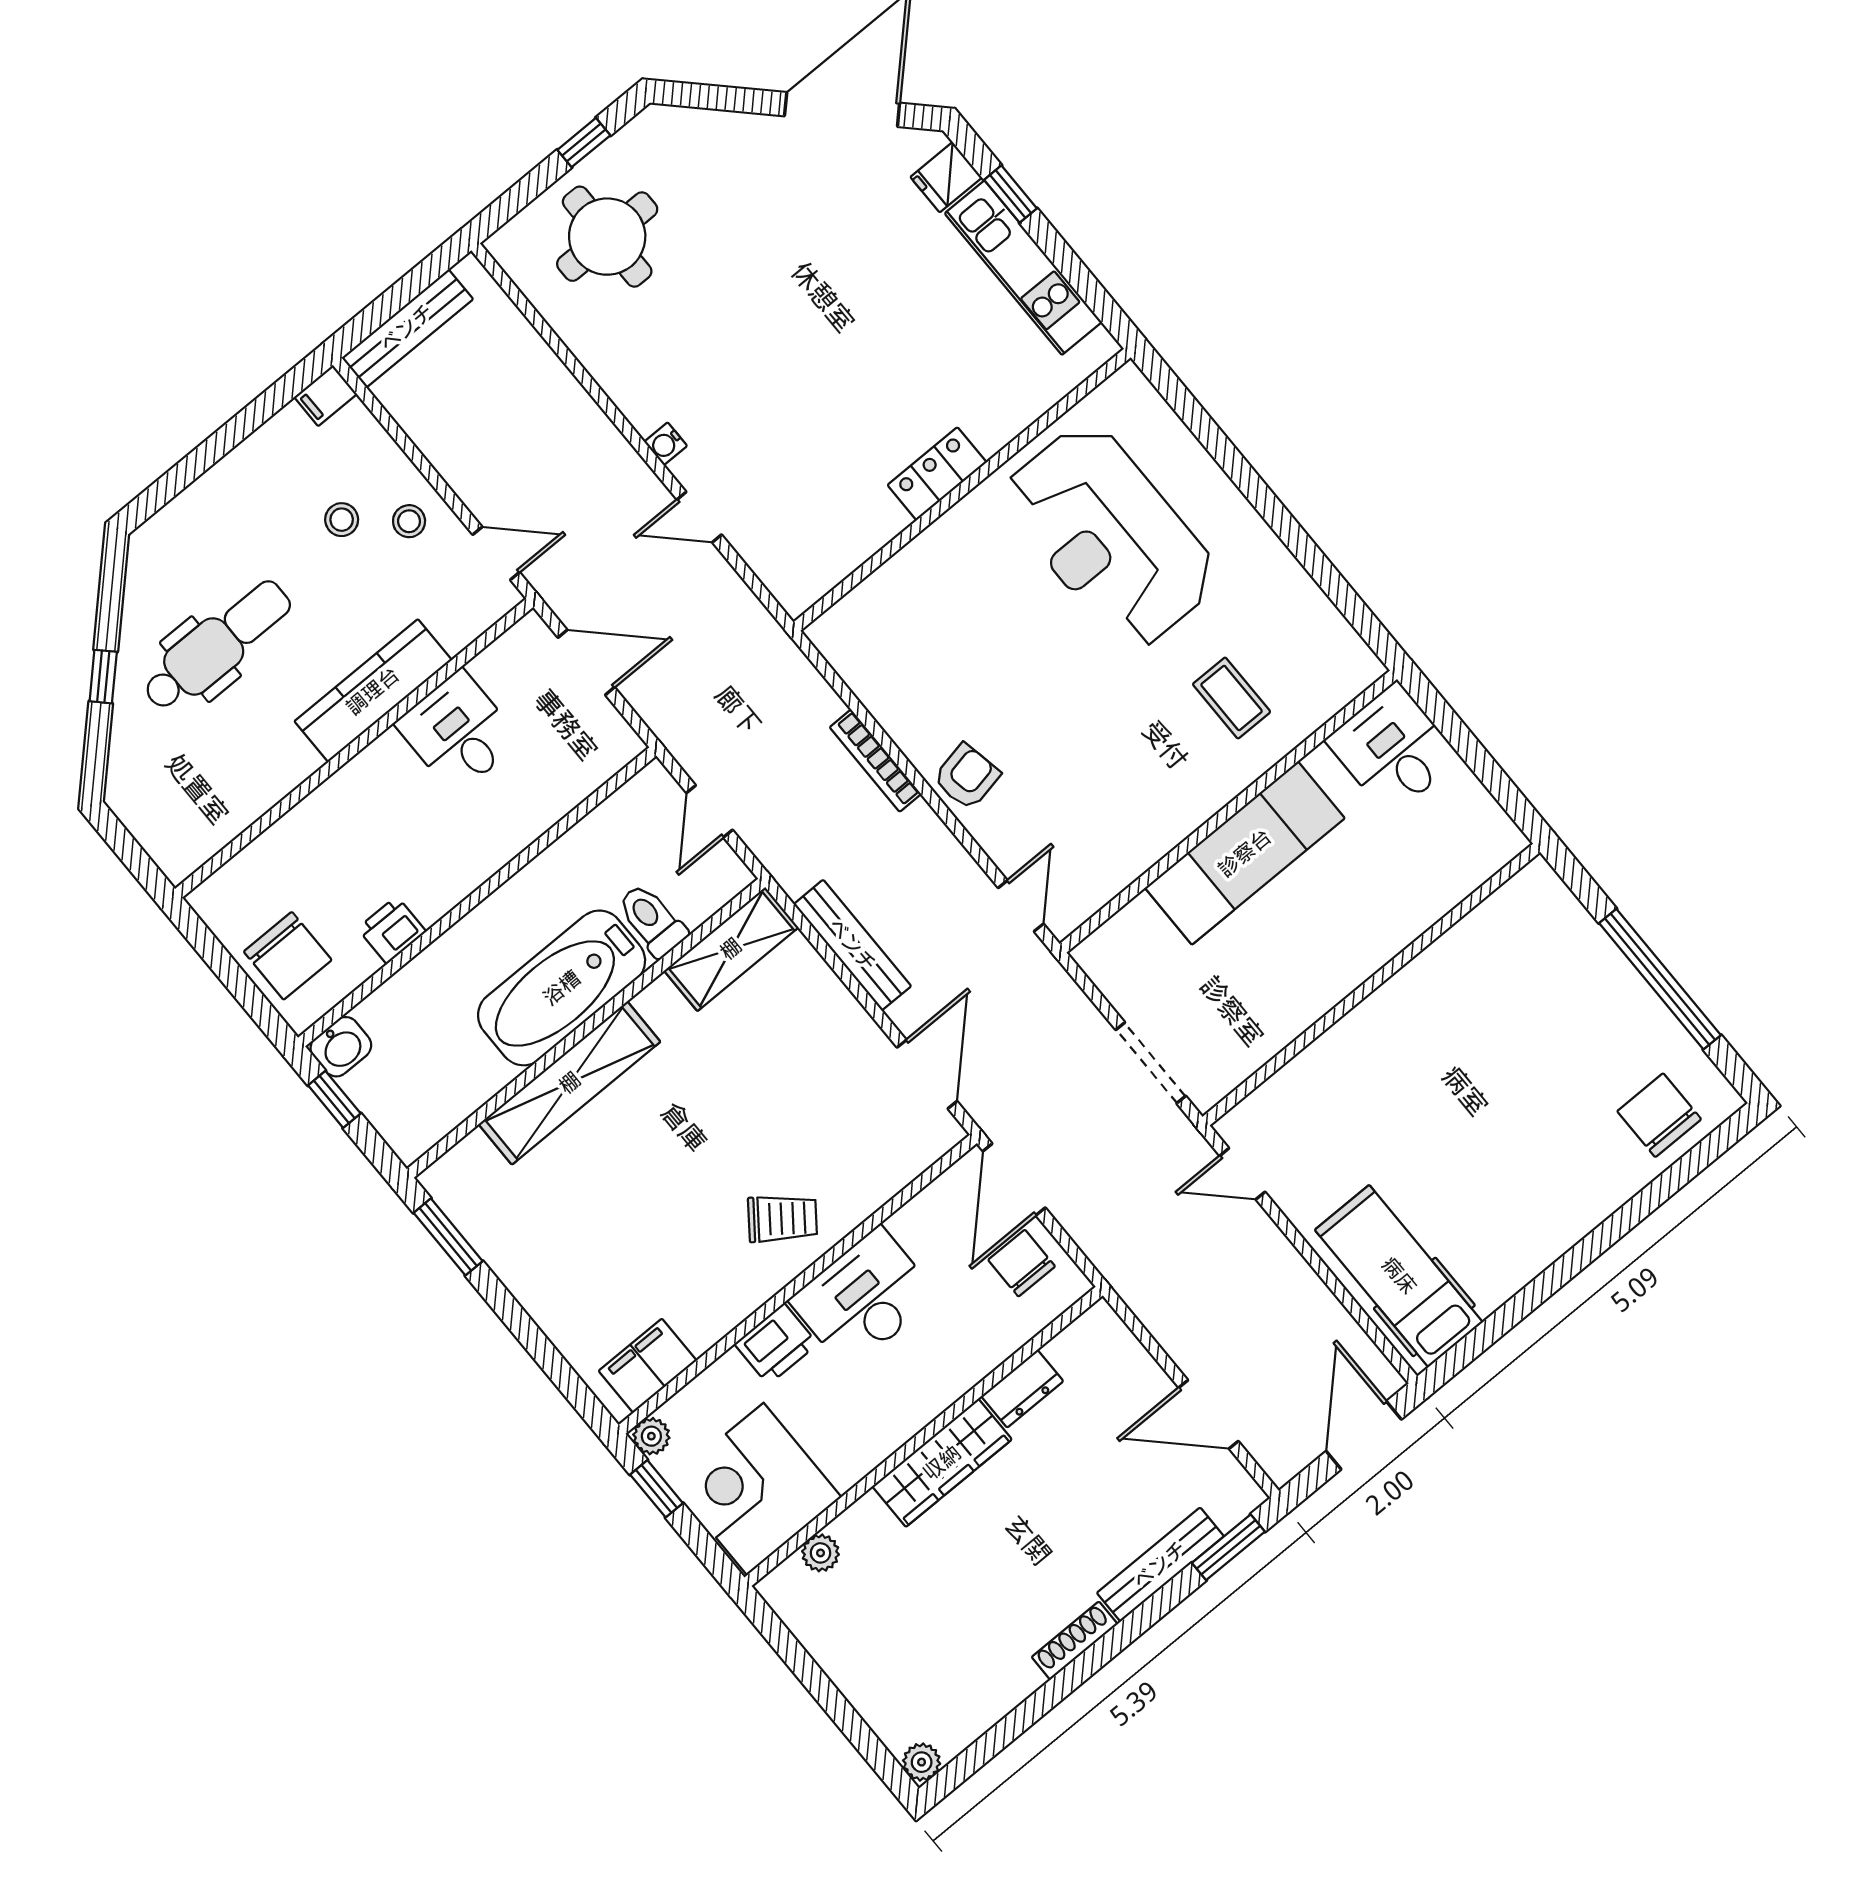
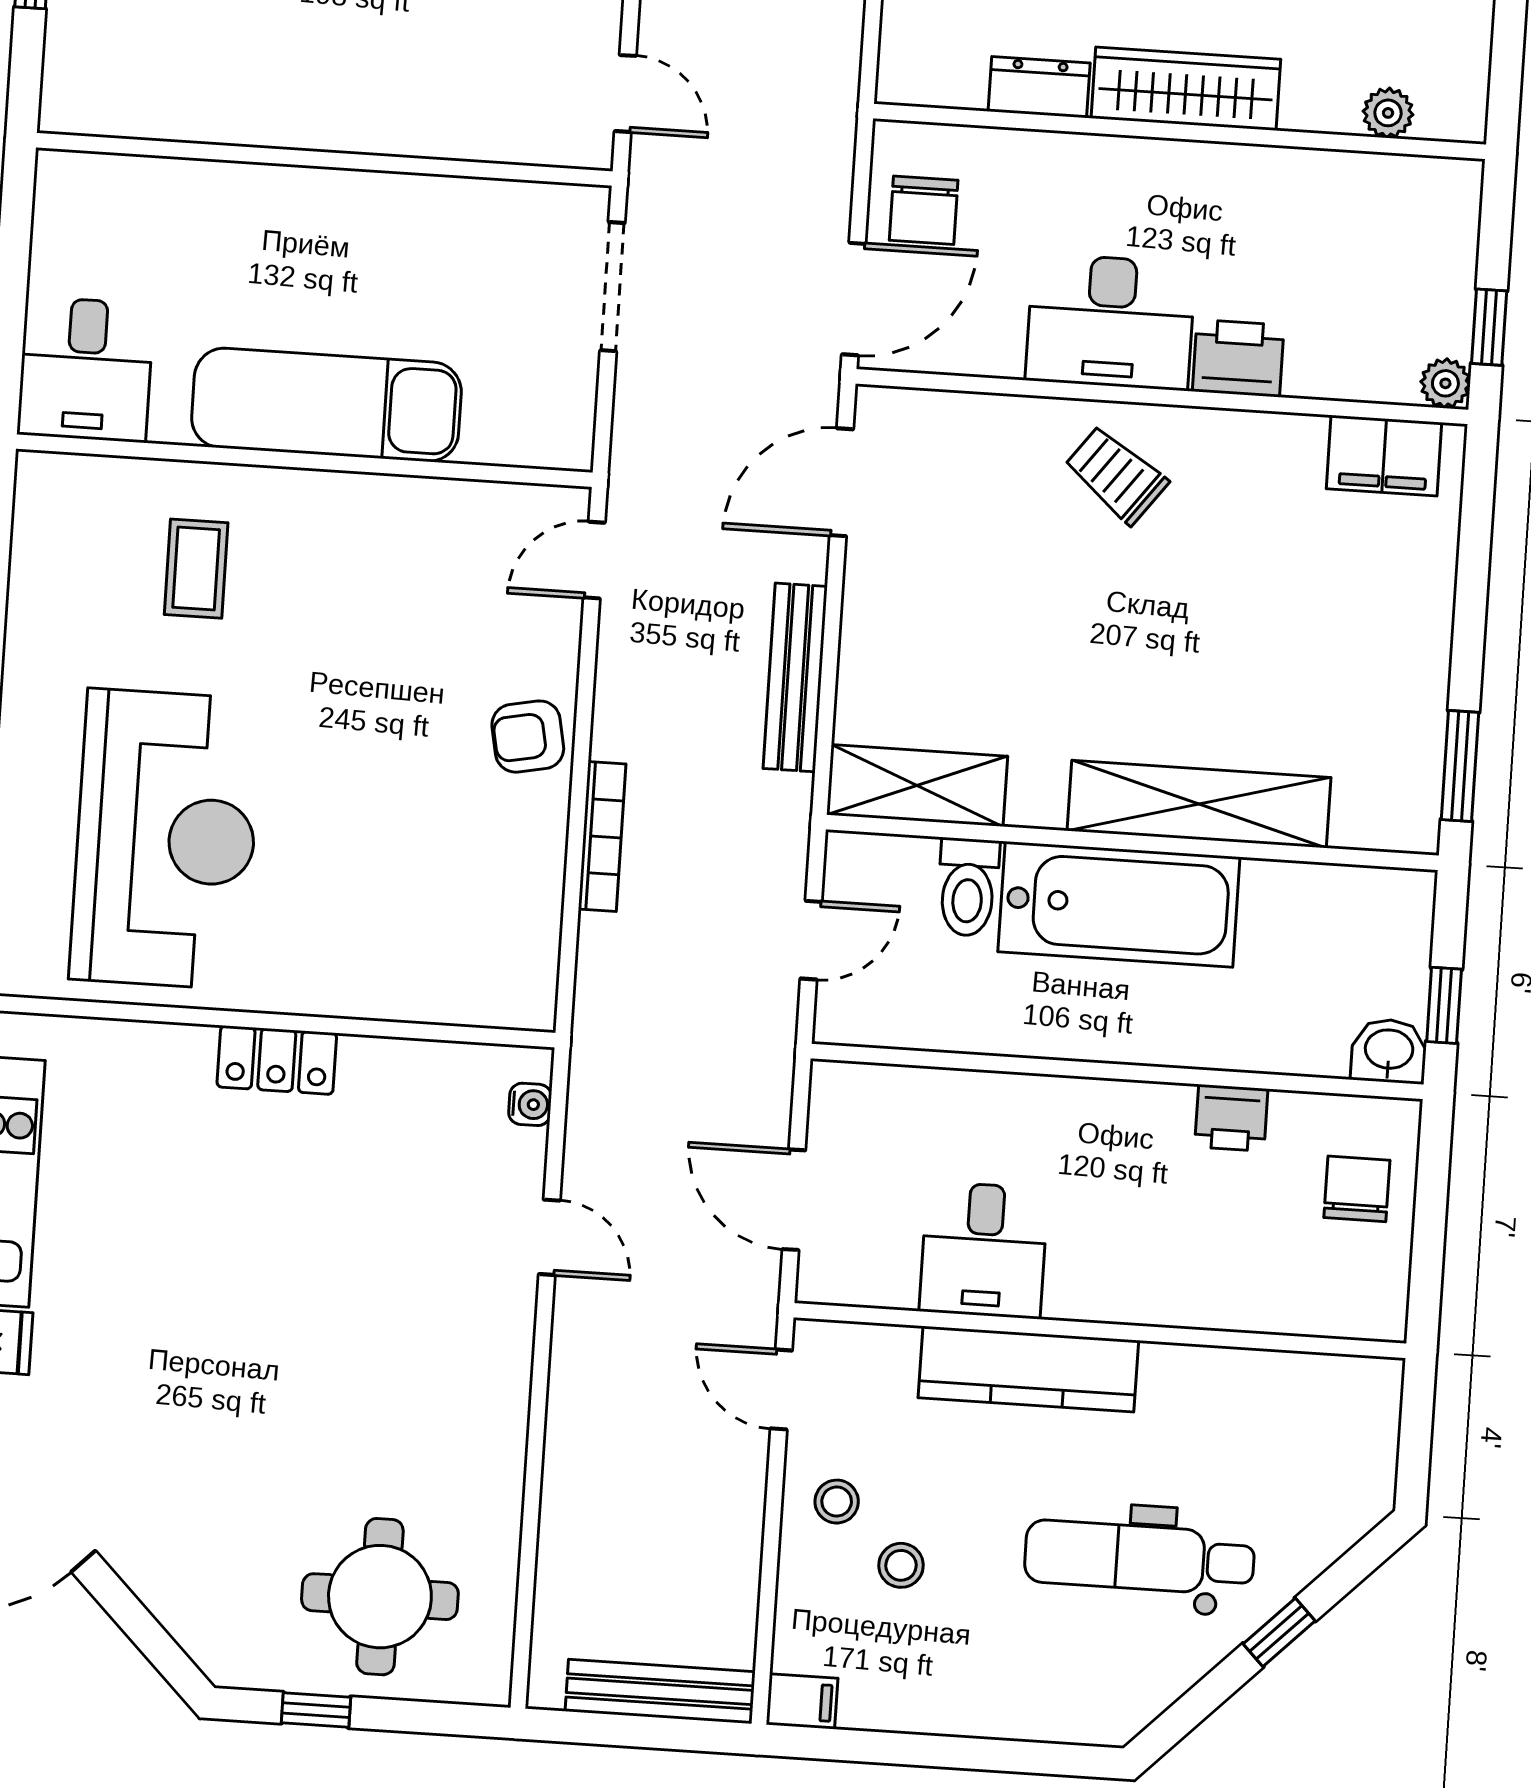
water cooler: (666, 444) -> (530, 1104), moved
chair: (288, 956) -> (1357, 1189), width x0.73, depth x0.73
corner desk: (755, 1489) -> (1393, 236), removed

